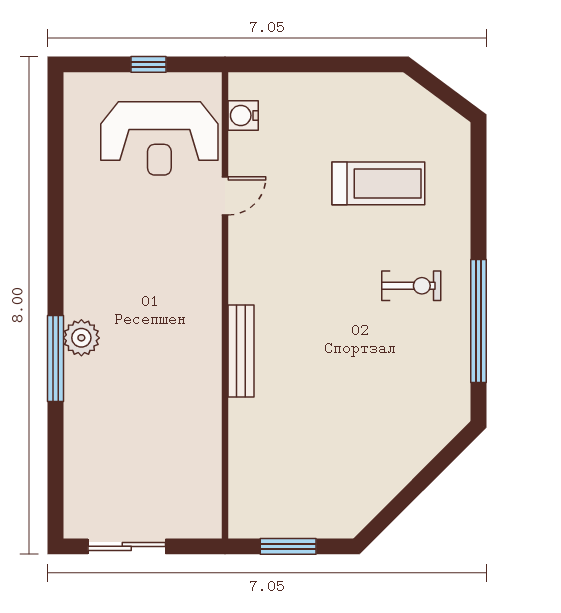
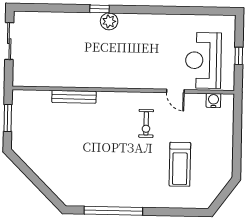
exercise bike: (411, 286) -> (146, 123), moved
bench: (241, 351) -> (74, 97), moved
window: (56, 358) -> (99, 9), width x0.46

